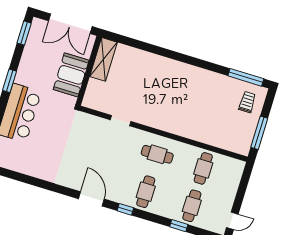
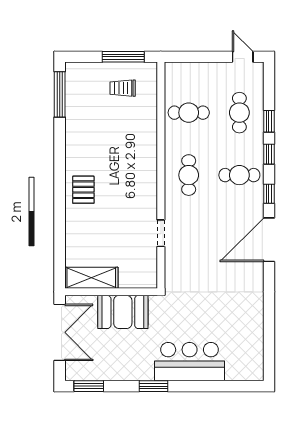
pallet: (170, 73) -> (83, 190), added
trolley: (247, 102) -> (123, 88), moved
door: (91, 199) -> (269, 240), width x1.36
cafe table: (192, 206) -> (239, 113), turned 90
window: (155, 218) -> (269, 154), added

